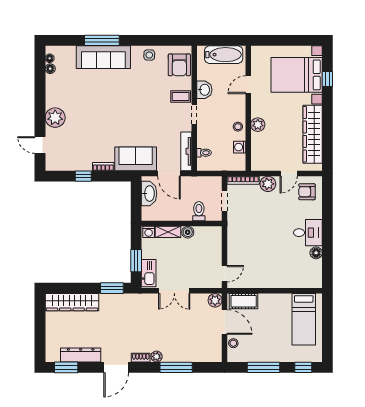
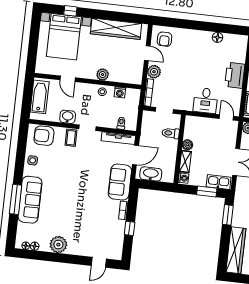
armchair: (179, 65) -> (44, 136), turned 180
plant: (55, 118) -> (58, 245), moved
desk: (308, 233) -> (206, 100), moved, turned 180
printer: (274, 278) -> (235, 75), added

